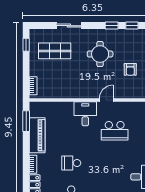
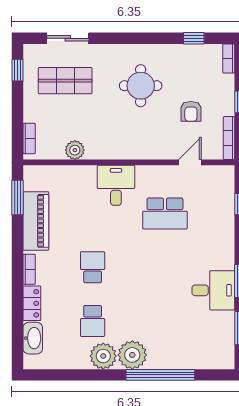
sliding door: (69, 26) -> (68, 38), moved
window: (112, 26) -> (160, 38), removed
plant: (61, 93) -> (75, 150), added
door: (106, 100) -> (190, 162), moved
school desk: (71, 163) -> (93, 267), turned 90

